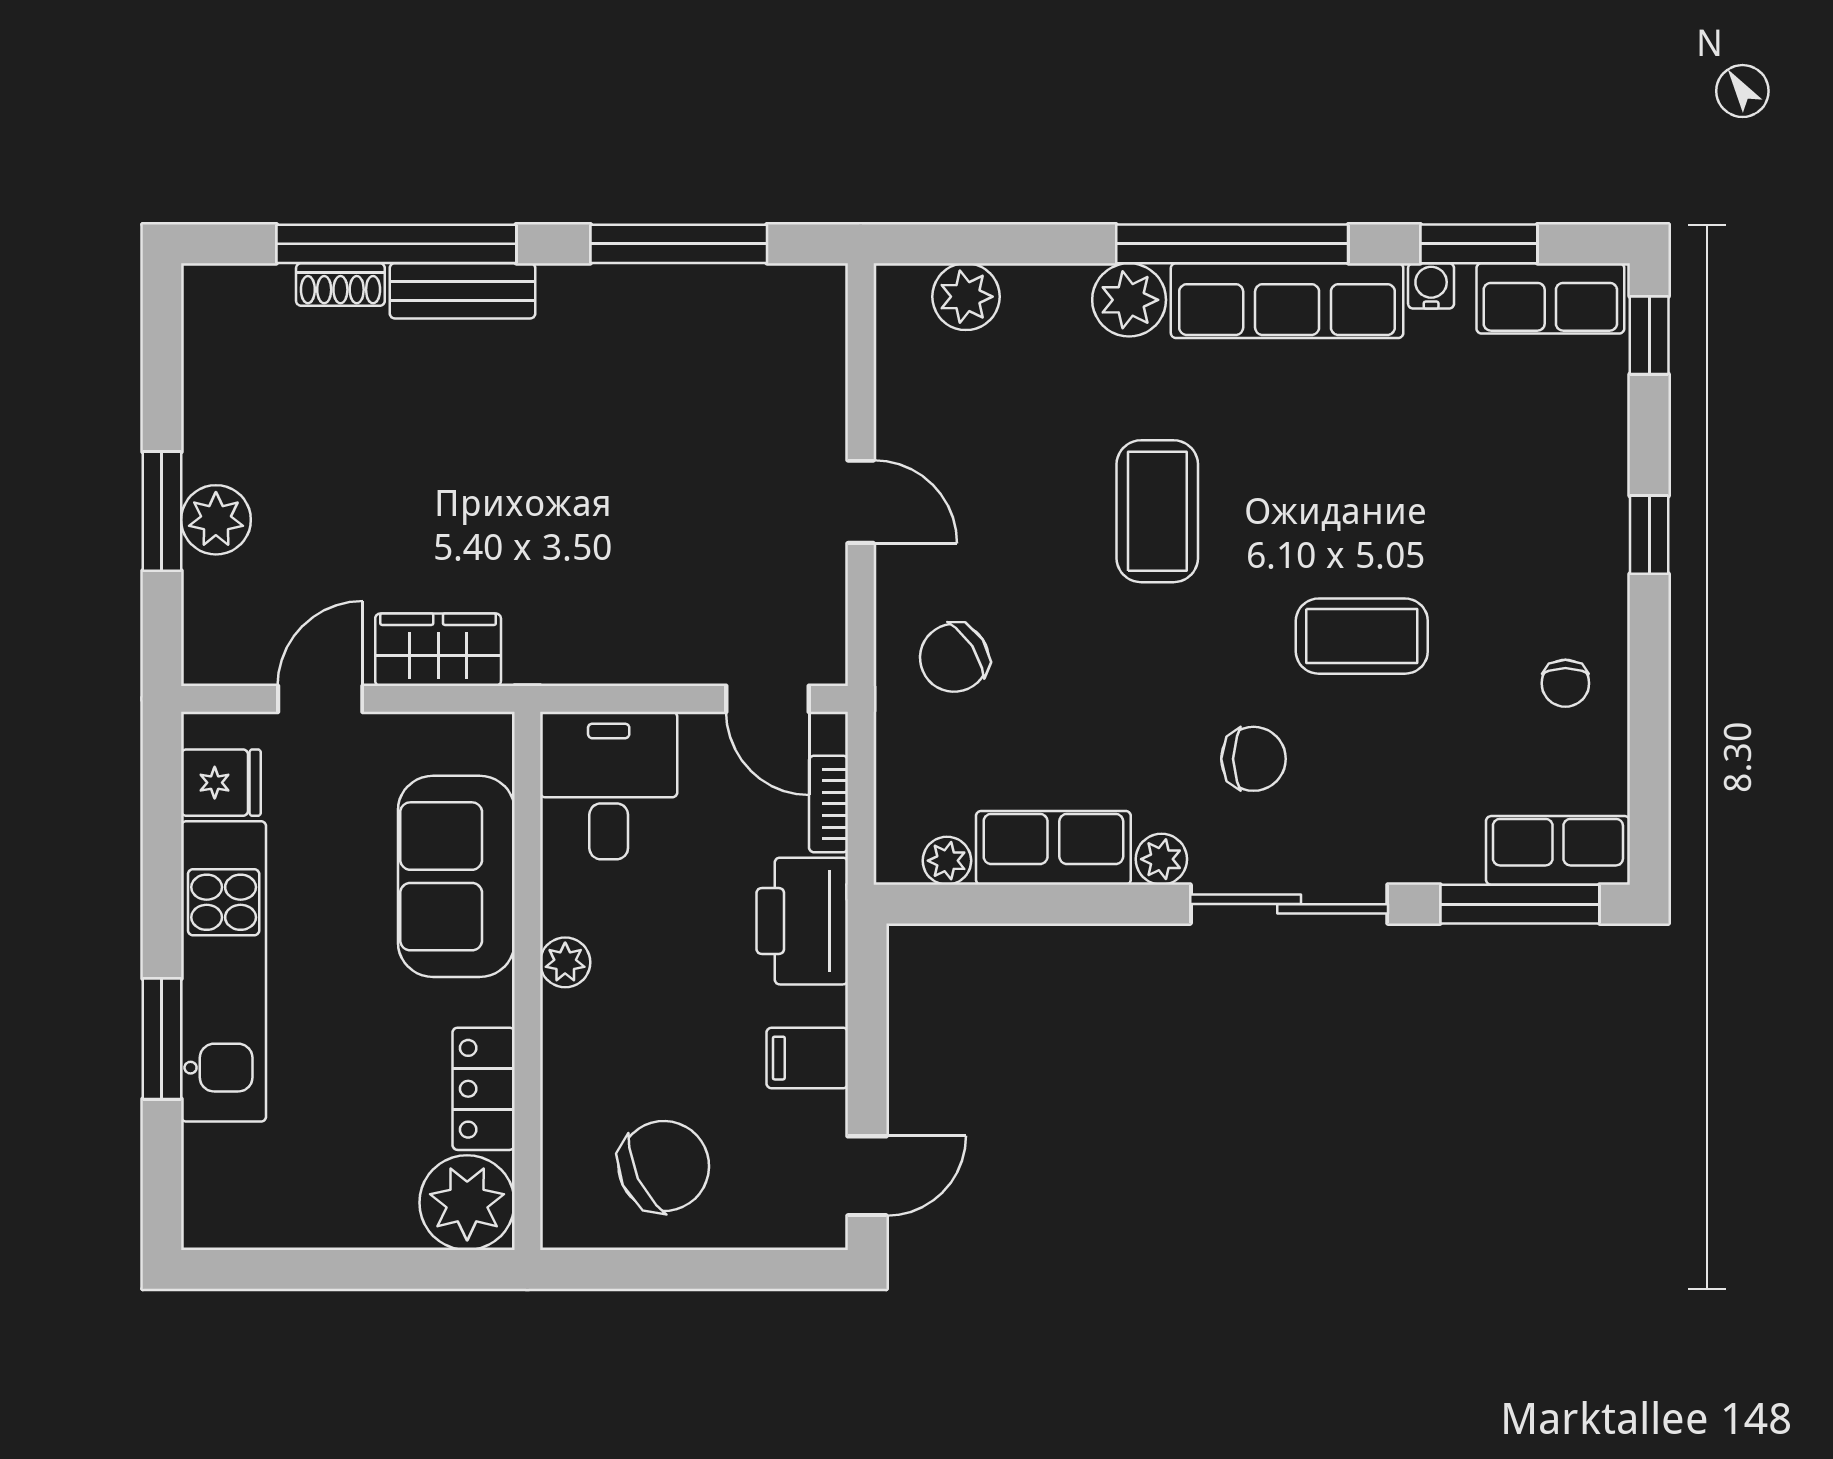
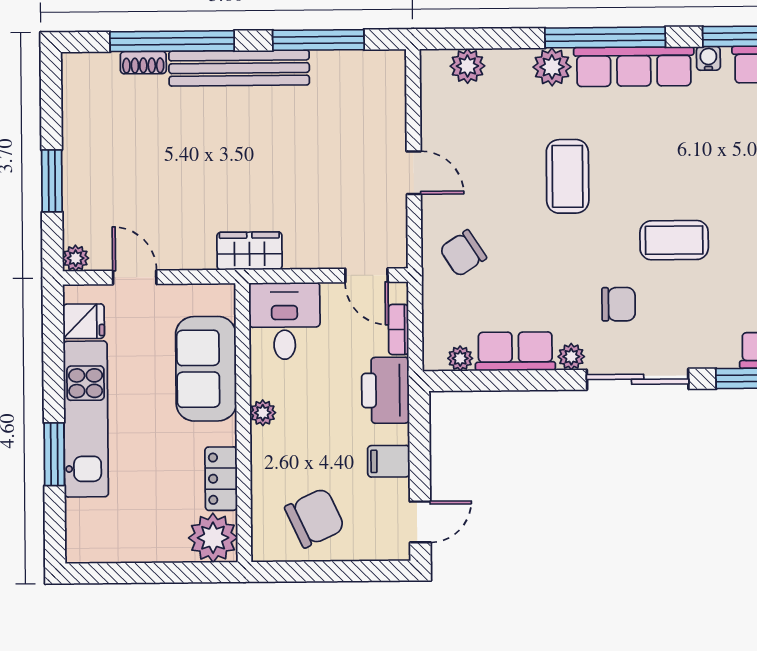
bench: (463, 291) -> (239, 68), width x1.86, depth x1.21
plant: (216, 520) -> (76, 258), moved, width x0.73, depth x0.73
wardrobe: (438, 650) -> (249, 251), moved
door: (320, 699) -> (135, 277), hinge flipped

